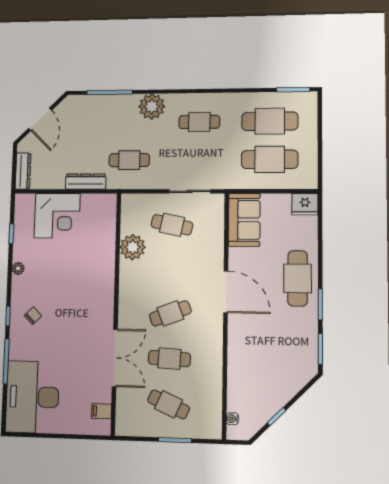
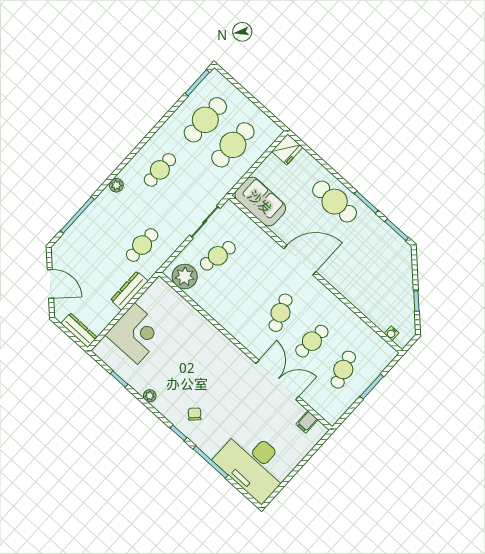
plant: (152, 107) -> (116, 185), width x0.53, depth x0.53
plant: (133, 247) -> (185, 276), moved
cafe table: (169, 404) -> (343, 370), turned -42

